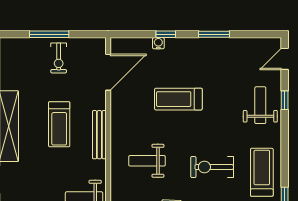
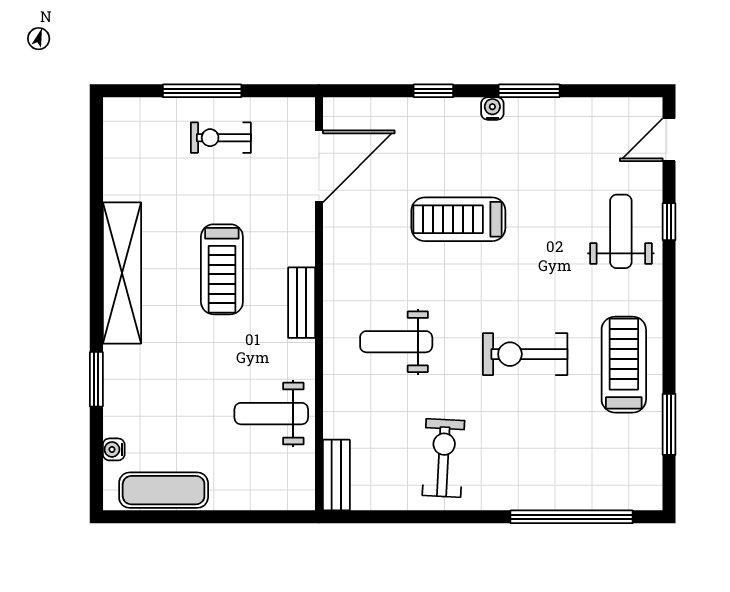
water cooler: (158, 43) -> (492, 108), moved
exercise bike: (59, 58) -> (221, 138), turned 90
bench: (99, 135) -> (302, 303), width x0.73

